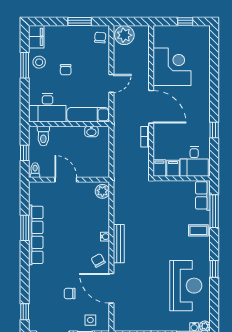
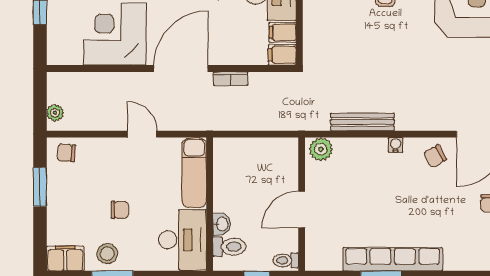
plant: (124, 35) -> (55, 113), width x0.53, depth x0.53
washbasin: (91, 131) -> (222, 224), moved
bench: (119, 244) -> (362, 122), moved

